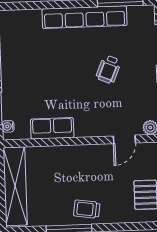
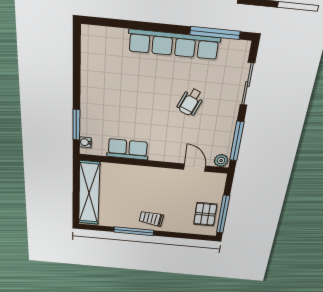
door: (124, 139) -> (195, 168), swing flipped

